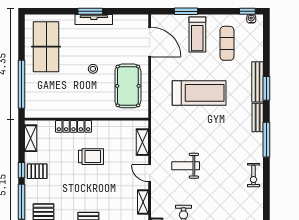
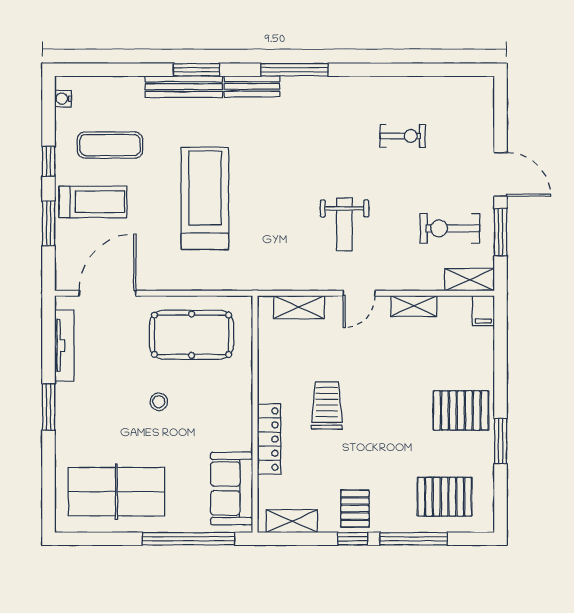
window: (247, 11) -> (49, 161), moved
tv unit: (94, 20) -> (64, 345), moved
sofa: (48, 107) -> (232, 489), added
exercise bike: (253, 175) -> (403, 136), moved

